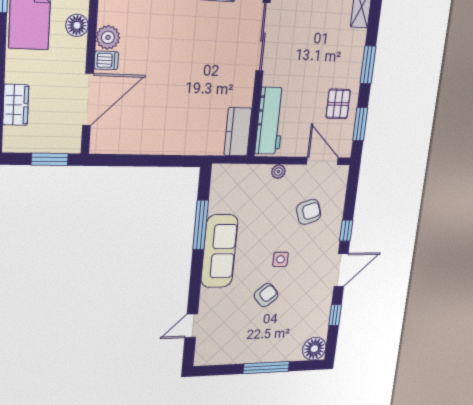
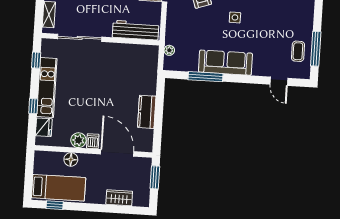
kitchen counter: (238, 132) -> (147, 112), moved, turned 90
plant: (278, 172) -> (169, 50), moved
armchair: (266, 295) -> (261, 27), removed
coffee table: (231, 347) -> (298, 51), added
window: (266, 368) -> (316, 49), moved

